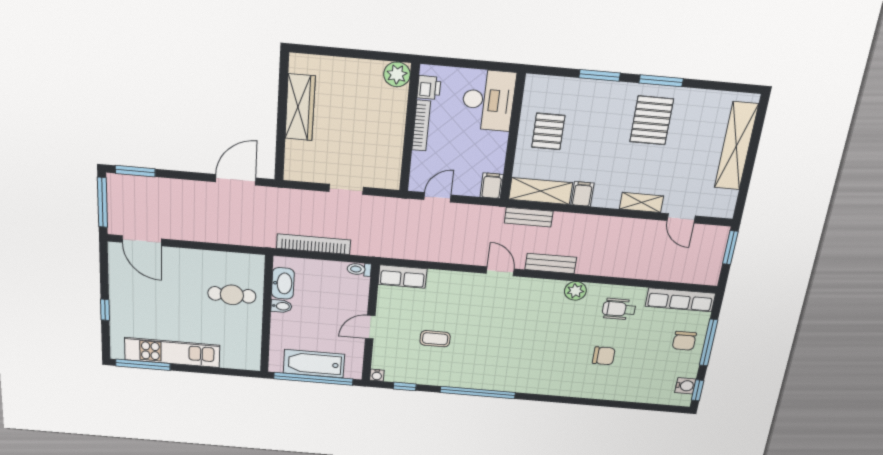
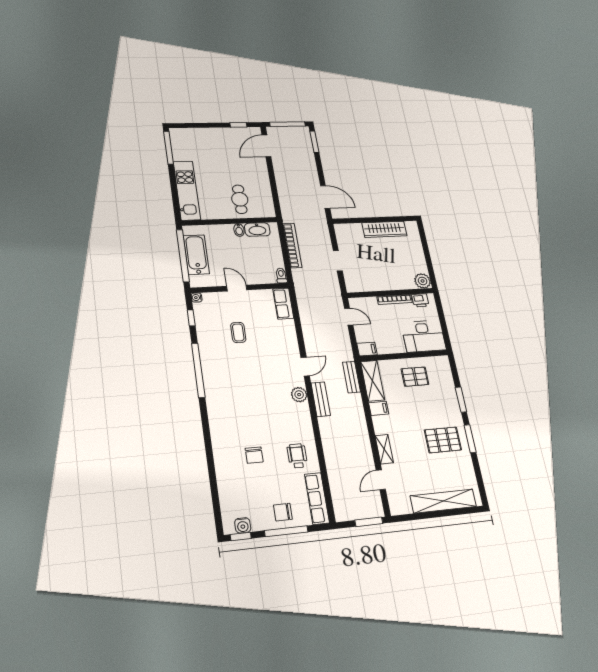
plant: (575, 291) -> (299, 395), moved
window: (105, 310) -> (238, 125), moved
kitchen unit: (172, 353) -> (187, 191), moved

